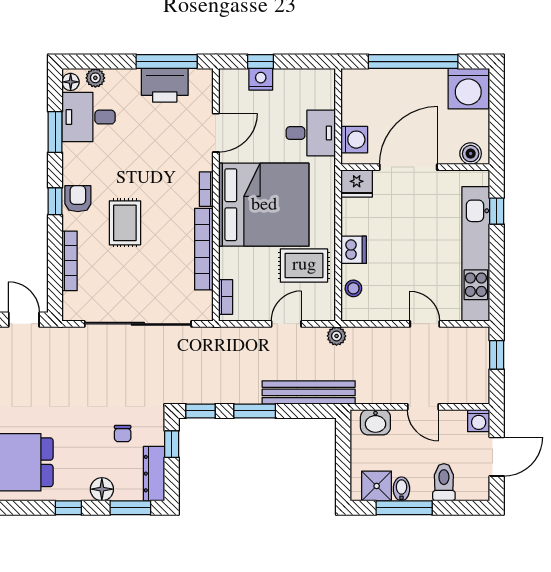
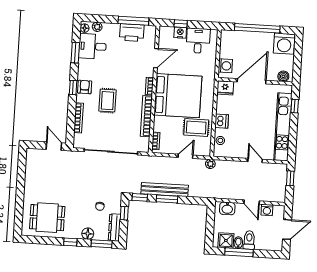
desk: (311, 133) -> (198, 41), moved, turned -90
bench: (309, 392) -> (165, 190), moved
washing machine: (479, 421) -> (267, 210), moved
toilet: (444, 482) -> (249, 240), moved

